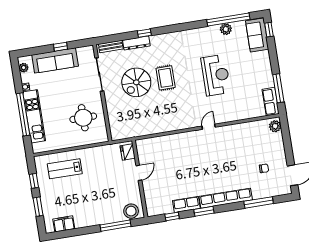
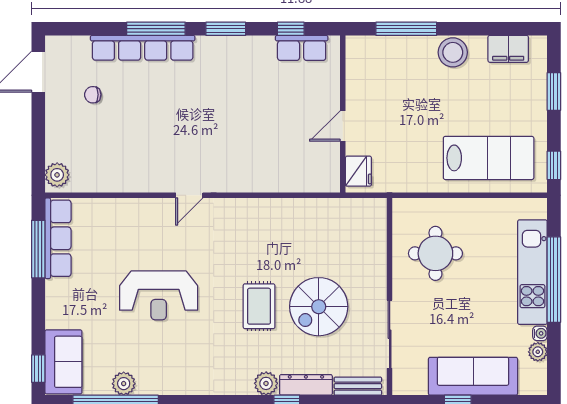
plant: (156, 40) -> (266, 383), added
plant: (24, 68) -> (538, 352), moved
reception desk: (216, 75) -> (159, 295), turned -90
spiral stairs: (136, 82) -> (319, 307), turned 180
row of seats: (271, 102) -> (58, 238), width x1.48
lab bench: (65, 169) -> (489, 158), width x1.36, depth x1.39
window: (34, 181) -> (554, 165), moved
row of seats: (226, 198) -> (143, 48), moved
window: (259, 202) -> (156, 29), moved
row of seats: (186, 204) -> (302, 48), moved
stool: (131, 211) -> (453, 52), moved

